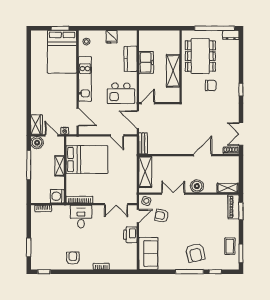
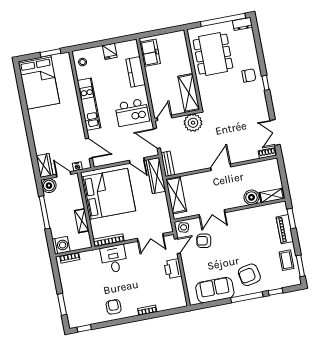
bed: (62, 52) -> (39, 82), moved
freezer: (146, 62) -> (150, 53), moved
shelving: (173, 71) -> (189, 93), moved
chair: (211, 85) -> (249, 76), moved
plant: (172, 112) -> (193, 123), added
wardrobe: (131, 152) -> (156, 176), added
door: (203, 155) -> (221, 167), moved
bed: (87, 160) -> (108, 194), width x1.36
shelving: (60, 166) -> (82, 221), moved
boiler: (197, 186) -> (251, 197), moved
double door: (173, 194) -> (212, 214), swing flipped
washing machine: (57, 196) -> (61, 245), moved, turned 180
piano: (233, 207) -> (285, 229), moved
sofa: (148, 253) -> (215, 290), moved, turned -90
armchair: (195, 253) -> (249, 275), turned 92

